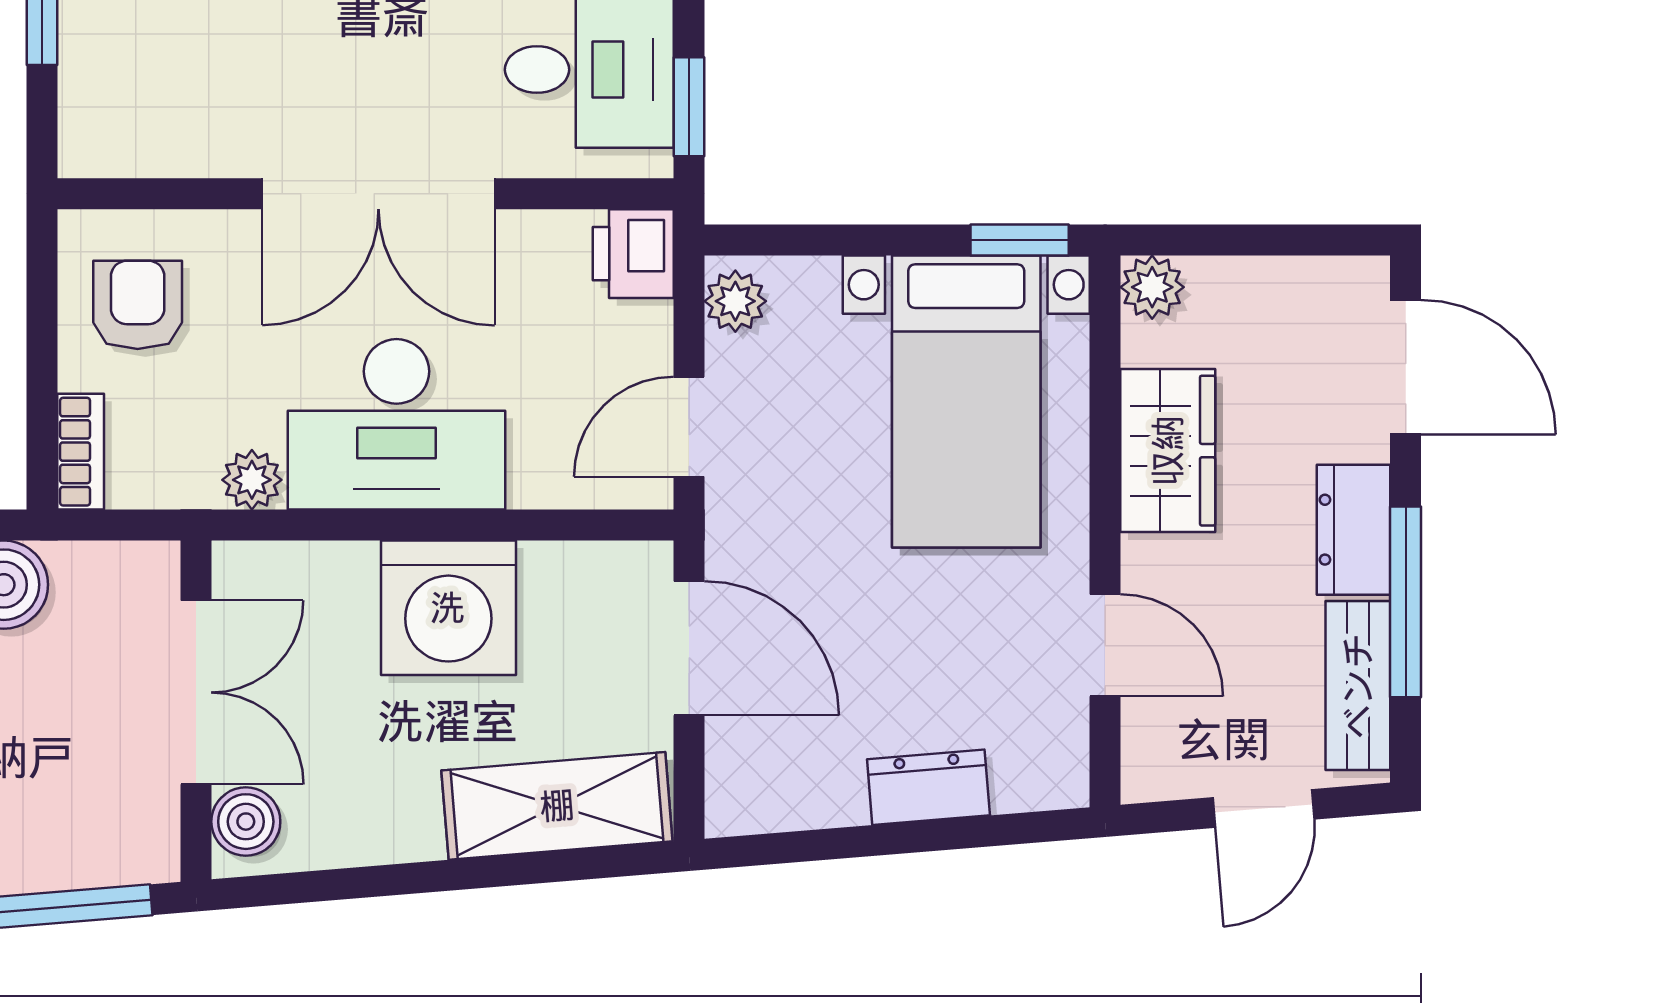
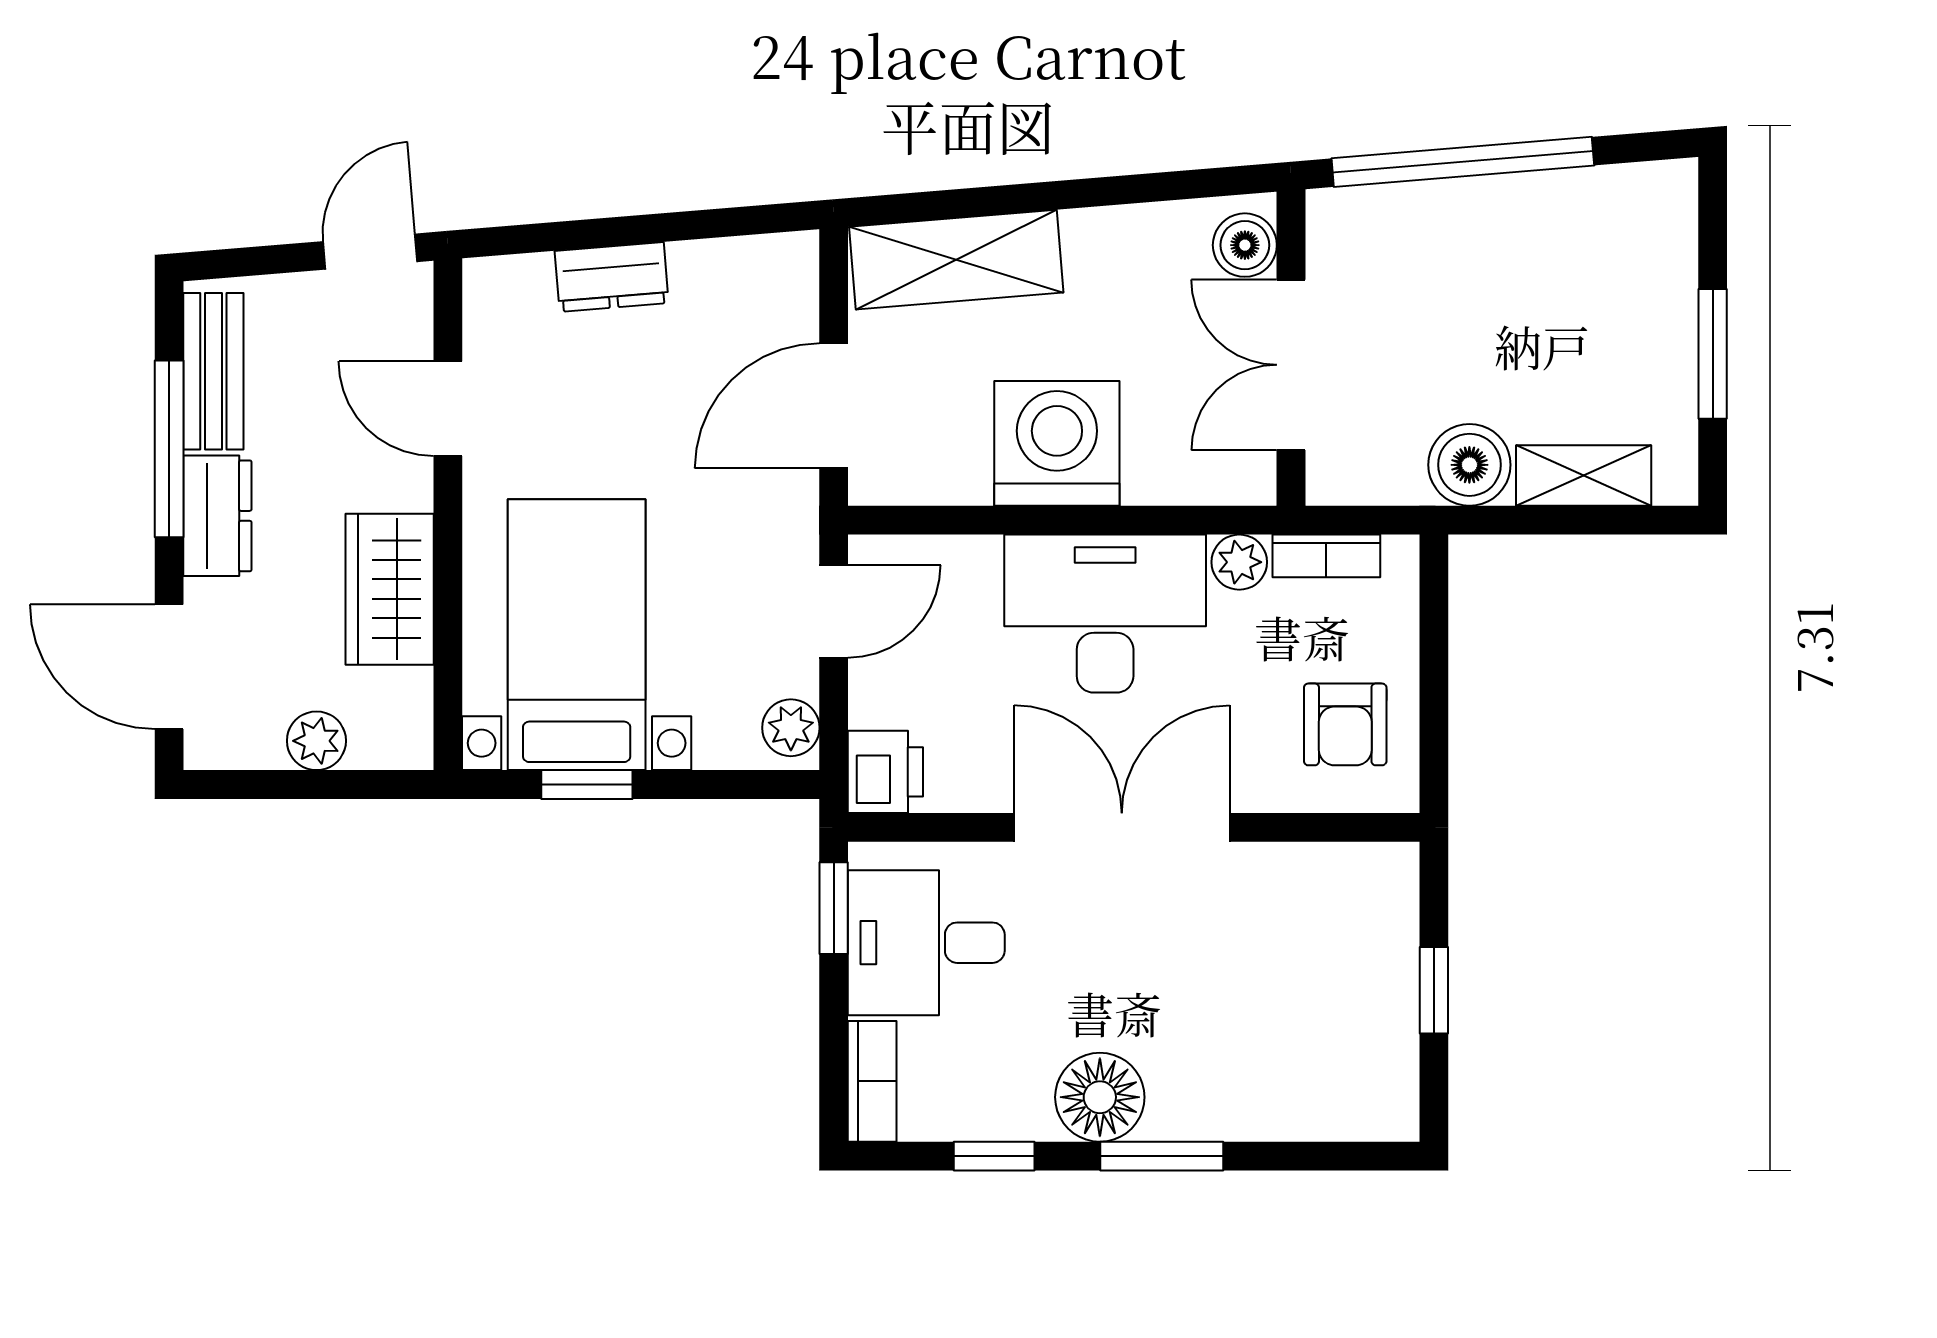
window: (1020, 240) -> (587, 785), moved
plant: (1152, 287) -> (316, 741), moved
bookcase: (81, 452) -> (1326, 556), moved, turned -90
door: (689, 648) -> (834, 406), hinge flipped
door: (1263, 808) -> (370, 252), moved

